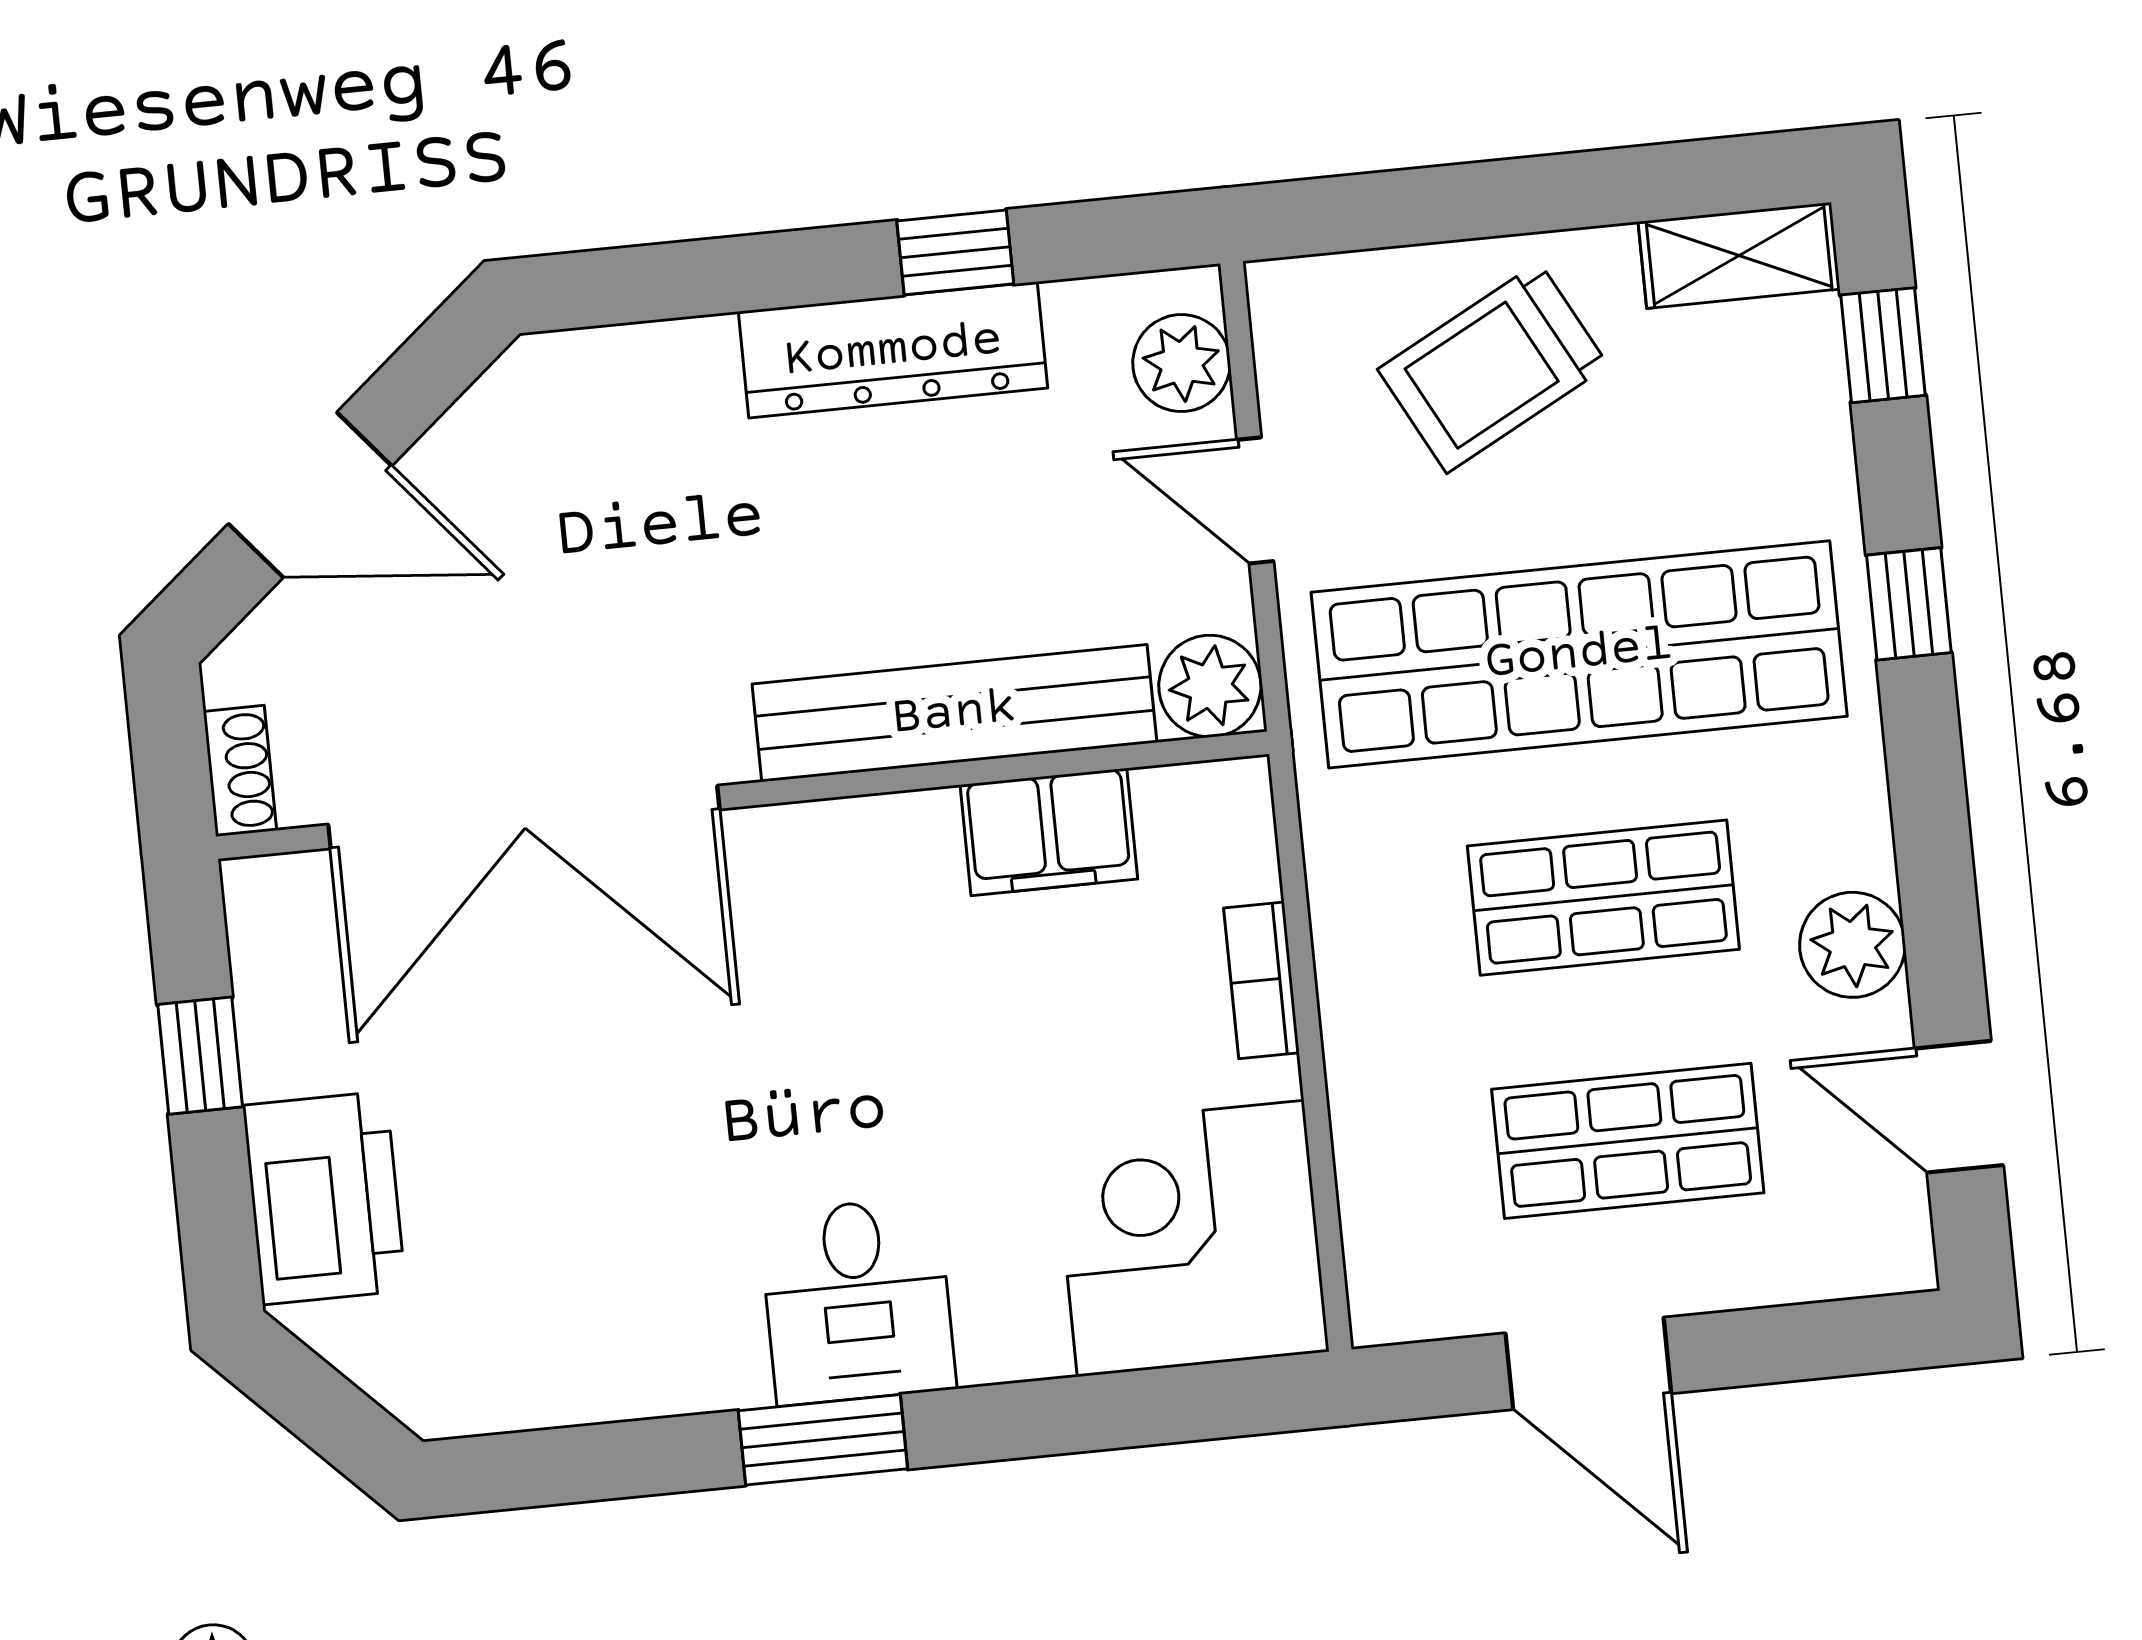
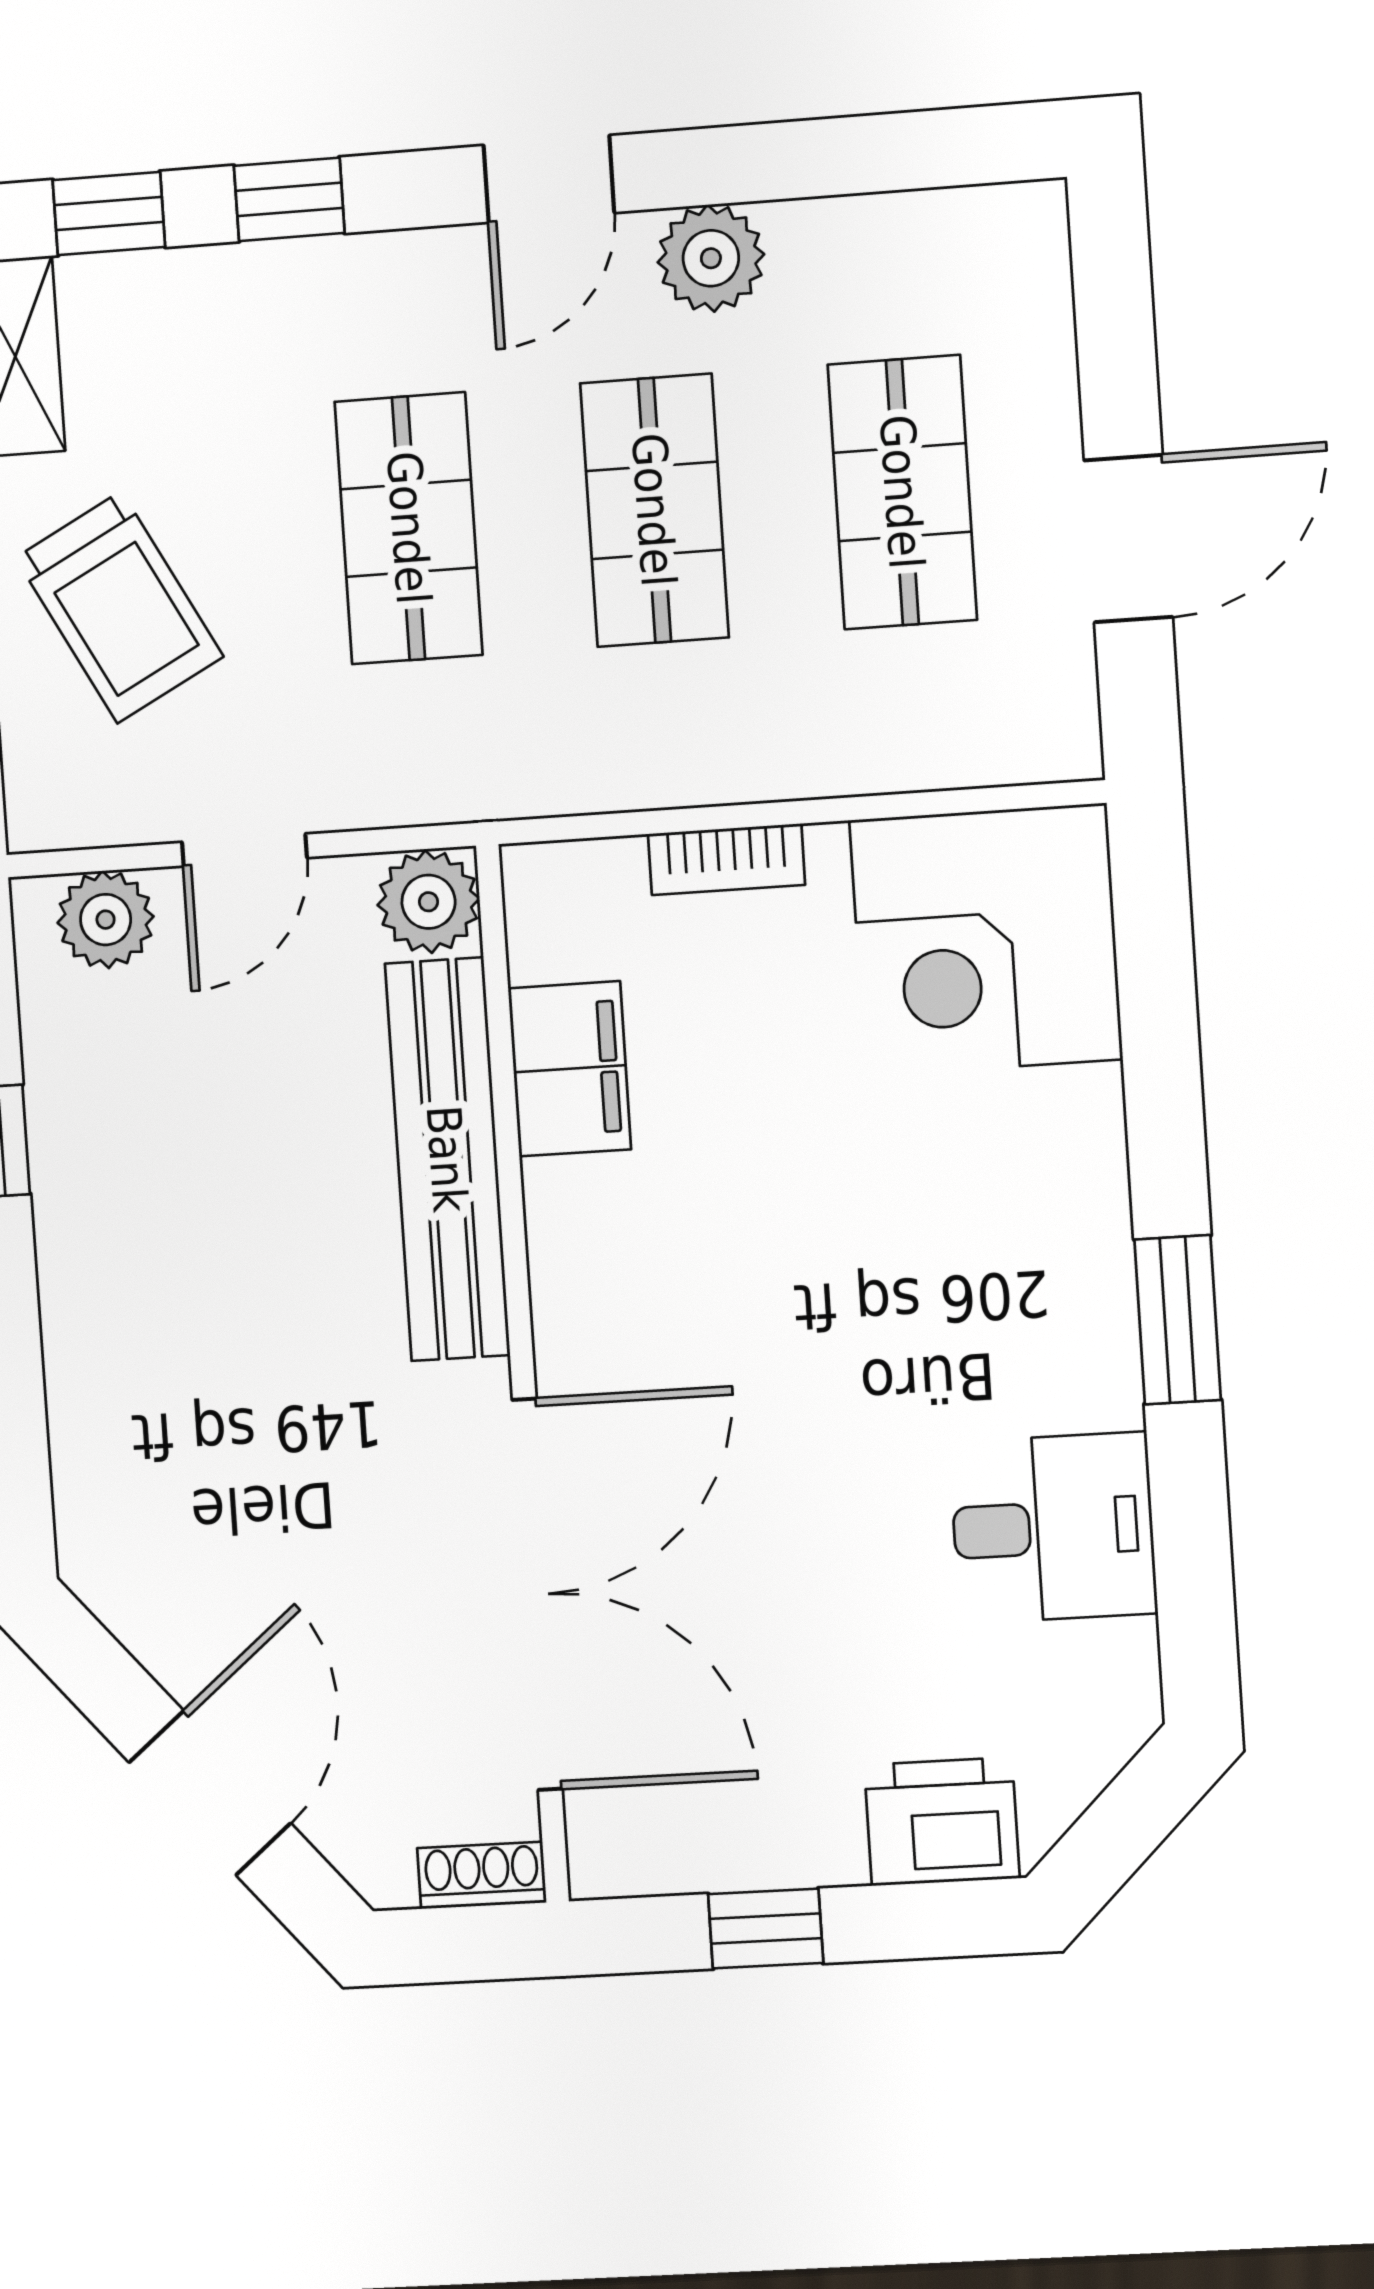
dresser: (893, 350) -> (84, 1207), removed
window: (1909, 604) -> (289, 199), moved
shop shelf: (1579, 654) -> (409, 528), width x0.50, depth x0.74
door: (1959, 1107) -> (549, 179), moved
printer: (324, 1198) -> (942, 1822), width x0.73, depth x0.84
desk: (857, 1301) -> (1053, 1528), moved

